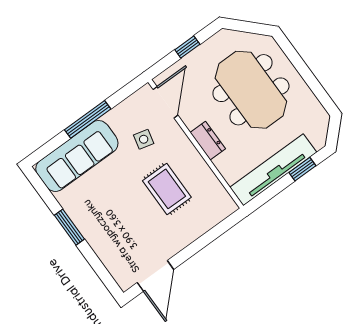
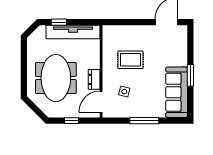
dresser: (208, 141) -> (94, 79), moved
sofa: (77, 156) -> (177, 92), moved, turned -90
rug: (167, 189) -> (130, 60), turned 90

